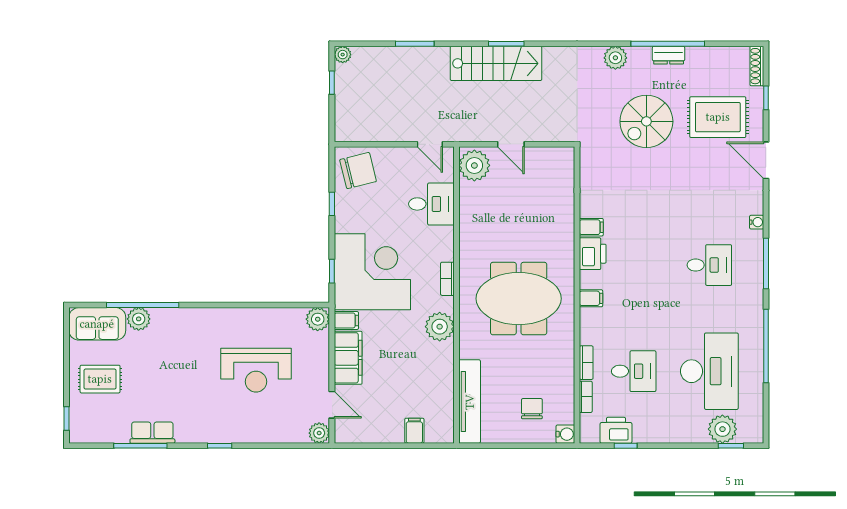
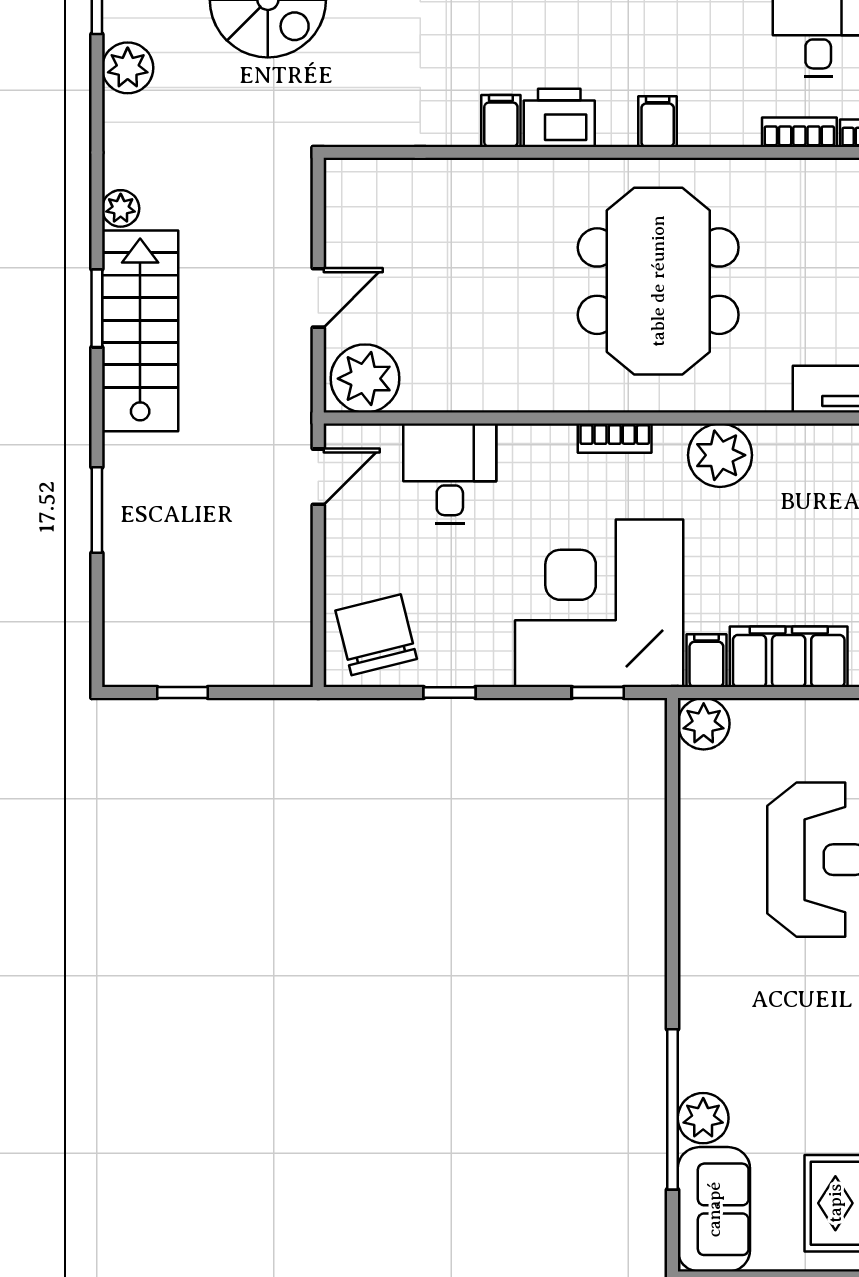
plant: (343, 55) -> (121, 208), moved

